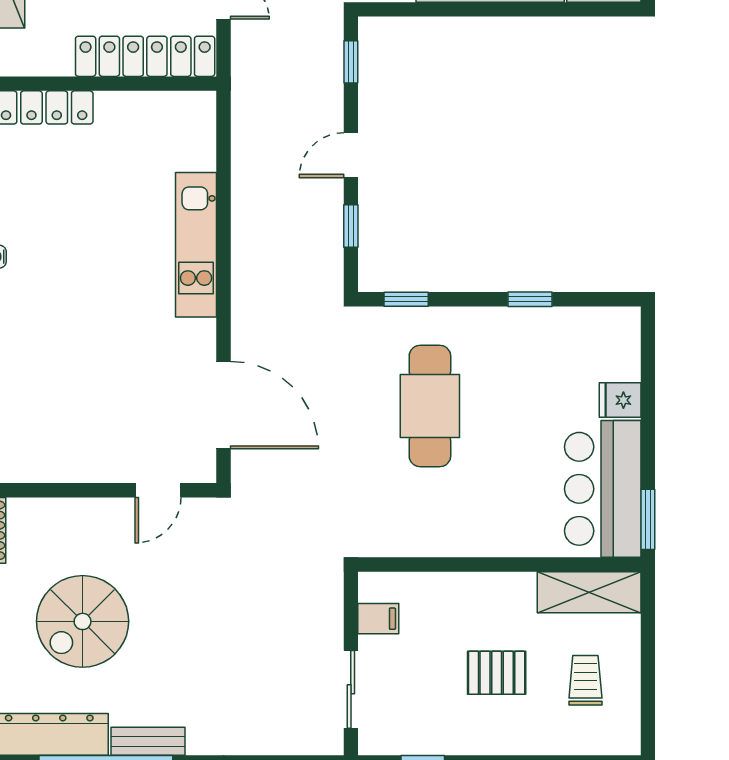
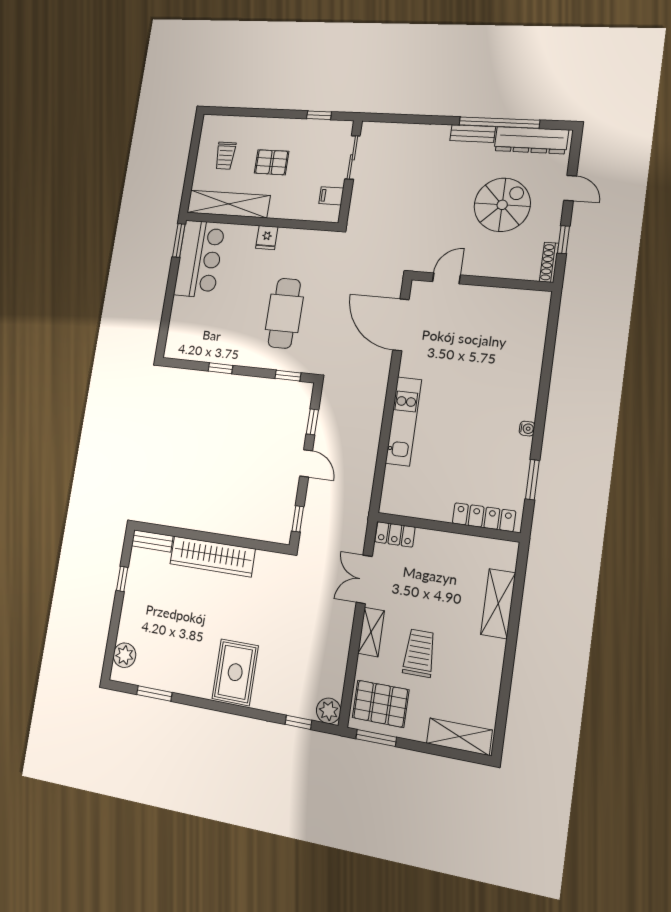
locker: (145, 56) -> (395, 534), width x0.46, depth x0.83
door: (351, 155) -> (306, 463), hinge flipped
fridge: (620, 400) -> (267, 238), moved, turned 90
shelving: (589, 592) -> (228, 204), width x1.47

